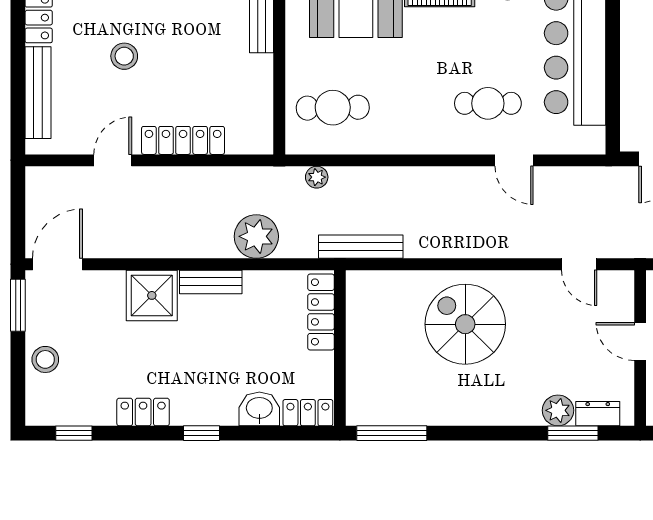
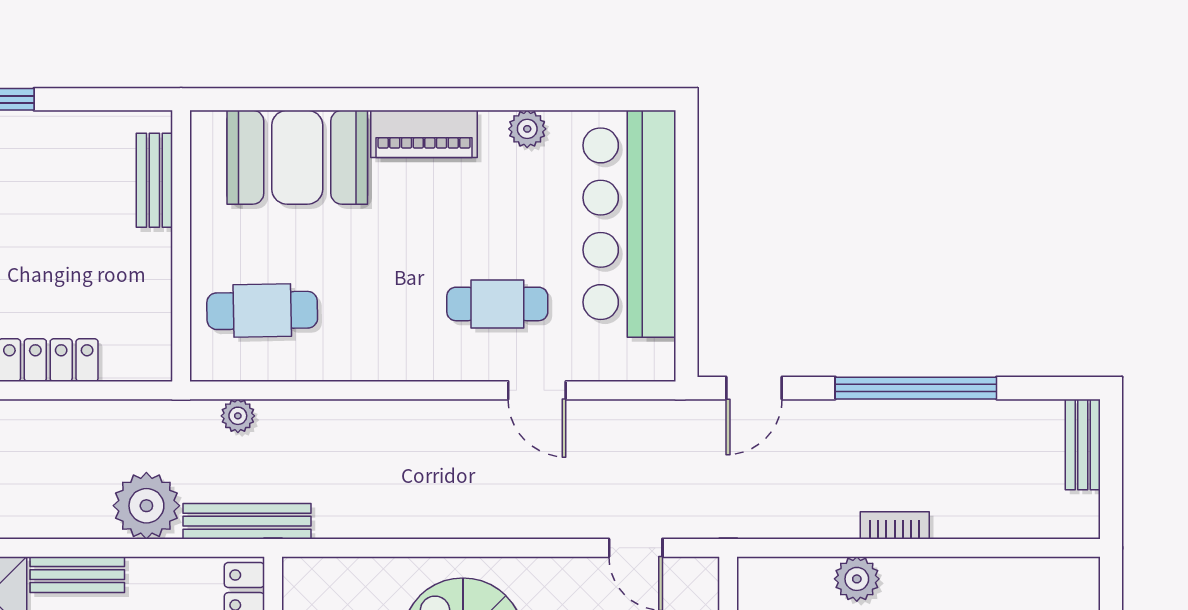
bench: (361, 247) -> (247, 521), moved

